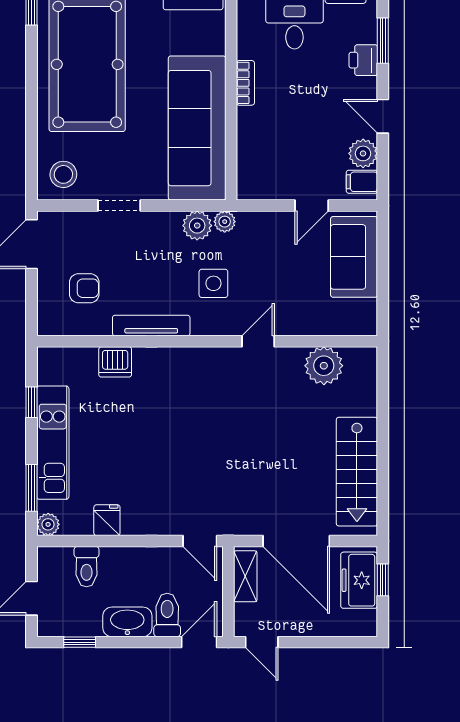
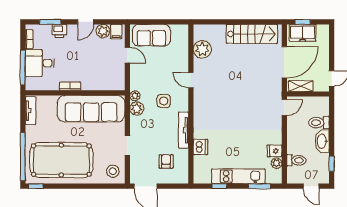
plant: (48, 524) -> (277, 163), moved
door: (199, 642) -> (332, 108), removed

